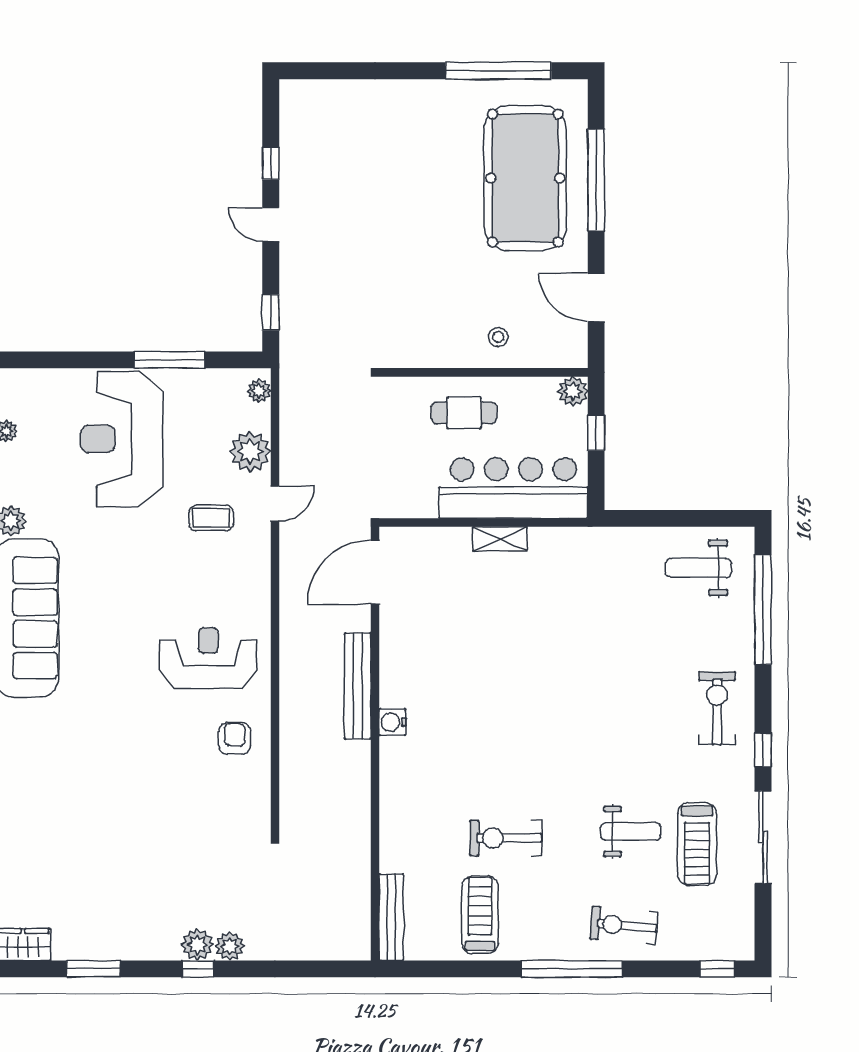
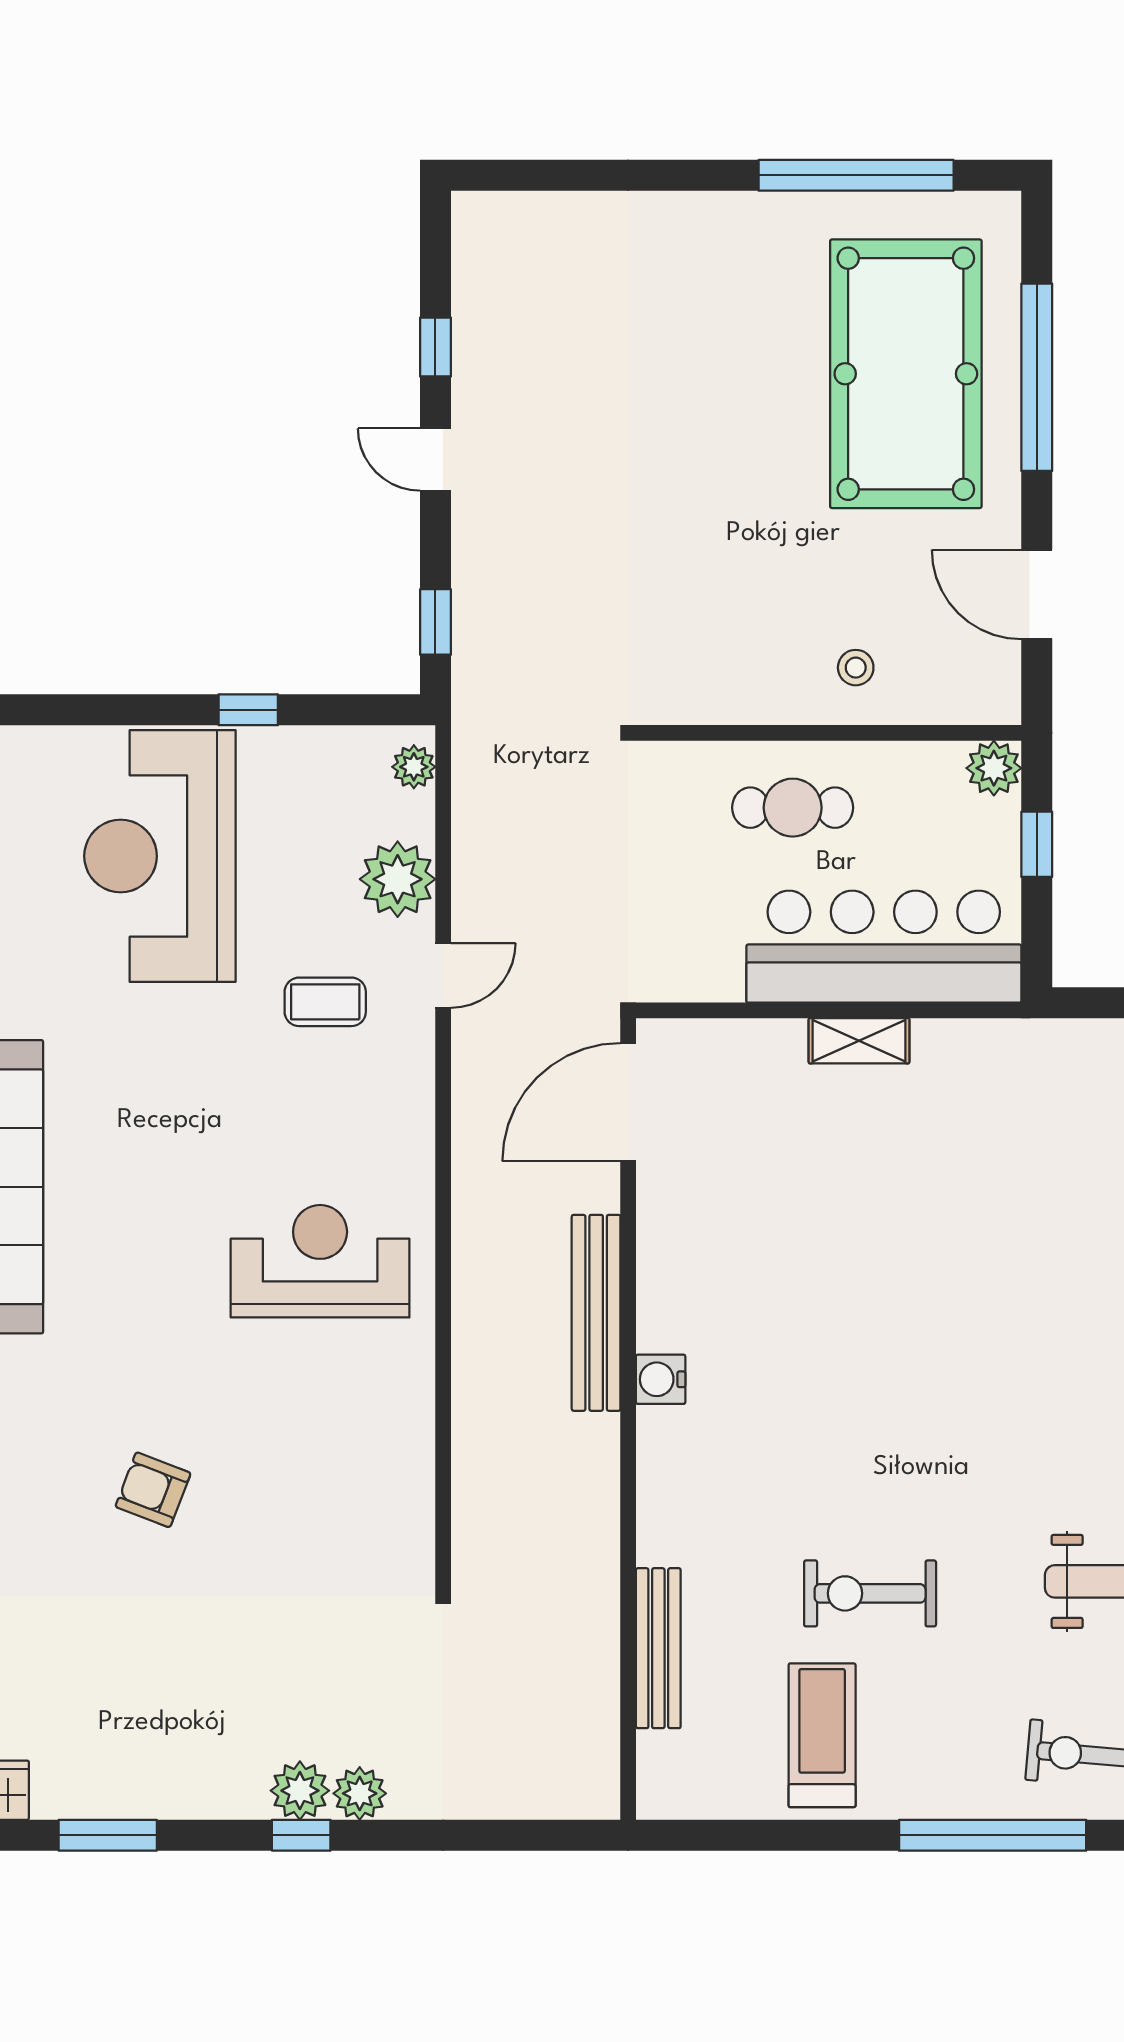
window: (169, 360) -> (248, 710), width x0.46
armchair: (235, 738) -> (153, 1490), moved, turned -69
bench: (391, 917) -> (658, 1648), moved

